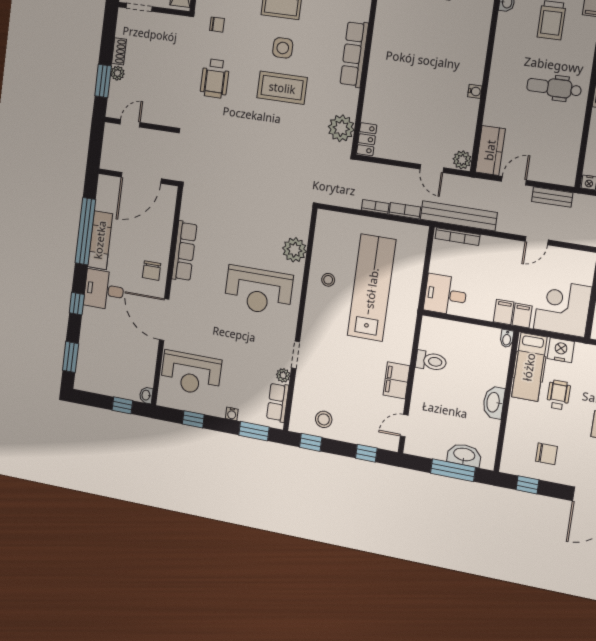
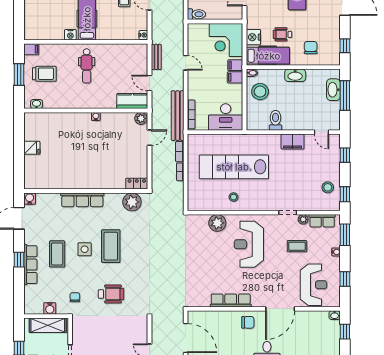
reception desk: (259, 291) -> (249, 244), turned 180
desk: (445, 295) -> (226, 117), width x1.37
stool: (477, 346) -> (260, 92), added
coffee table: (247, 360) -> (297, 246), added
chair: (547, 454) -> (311, 48), moved

